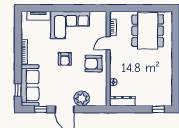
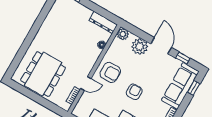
plant: (101, 101) -> (123, 34), added

